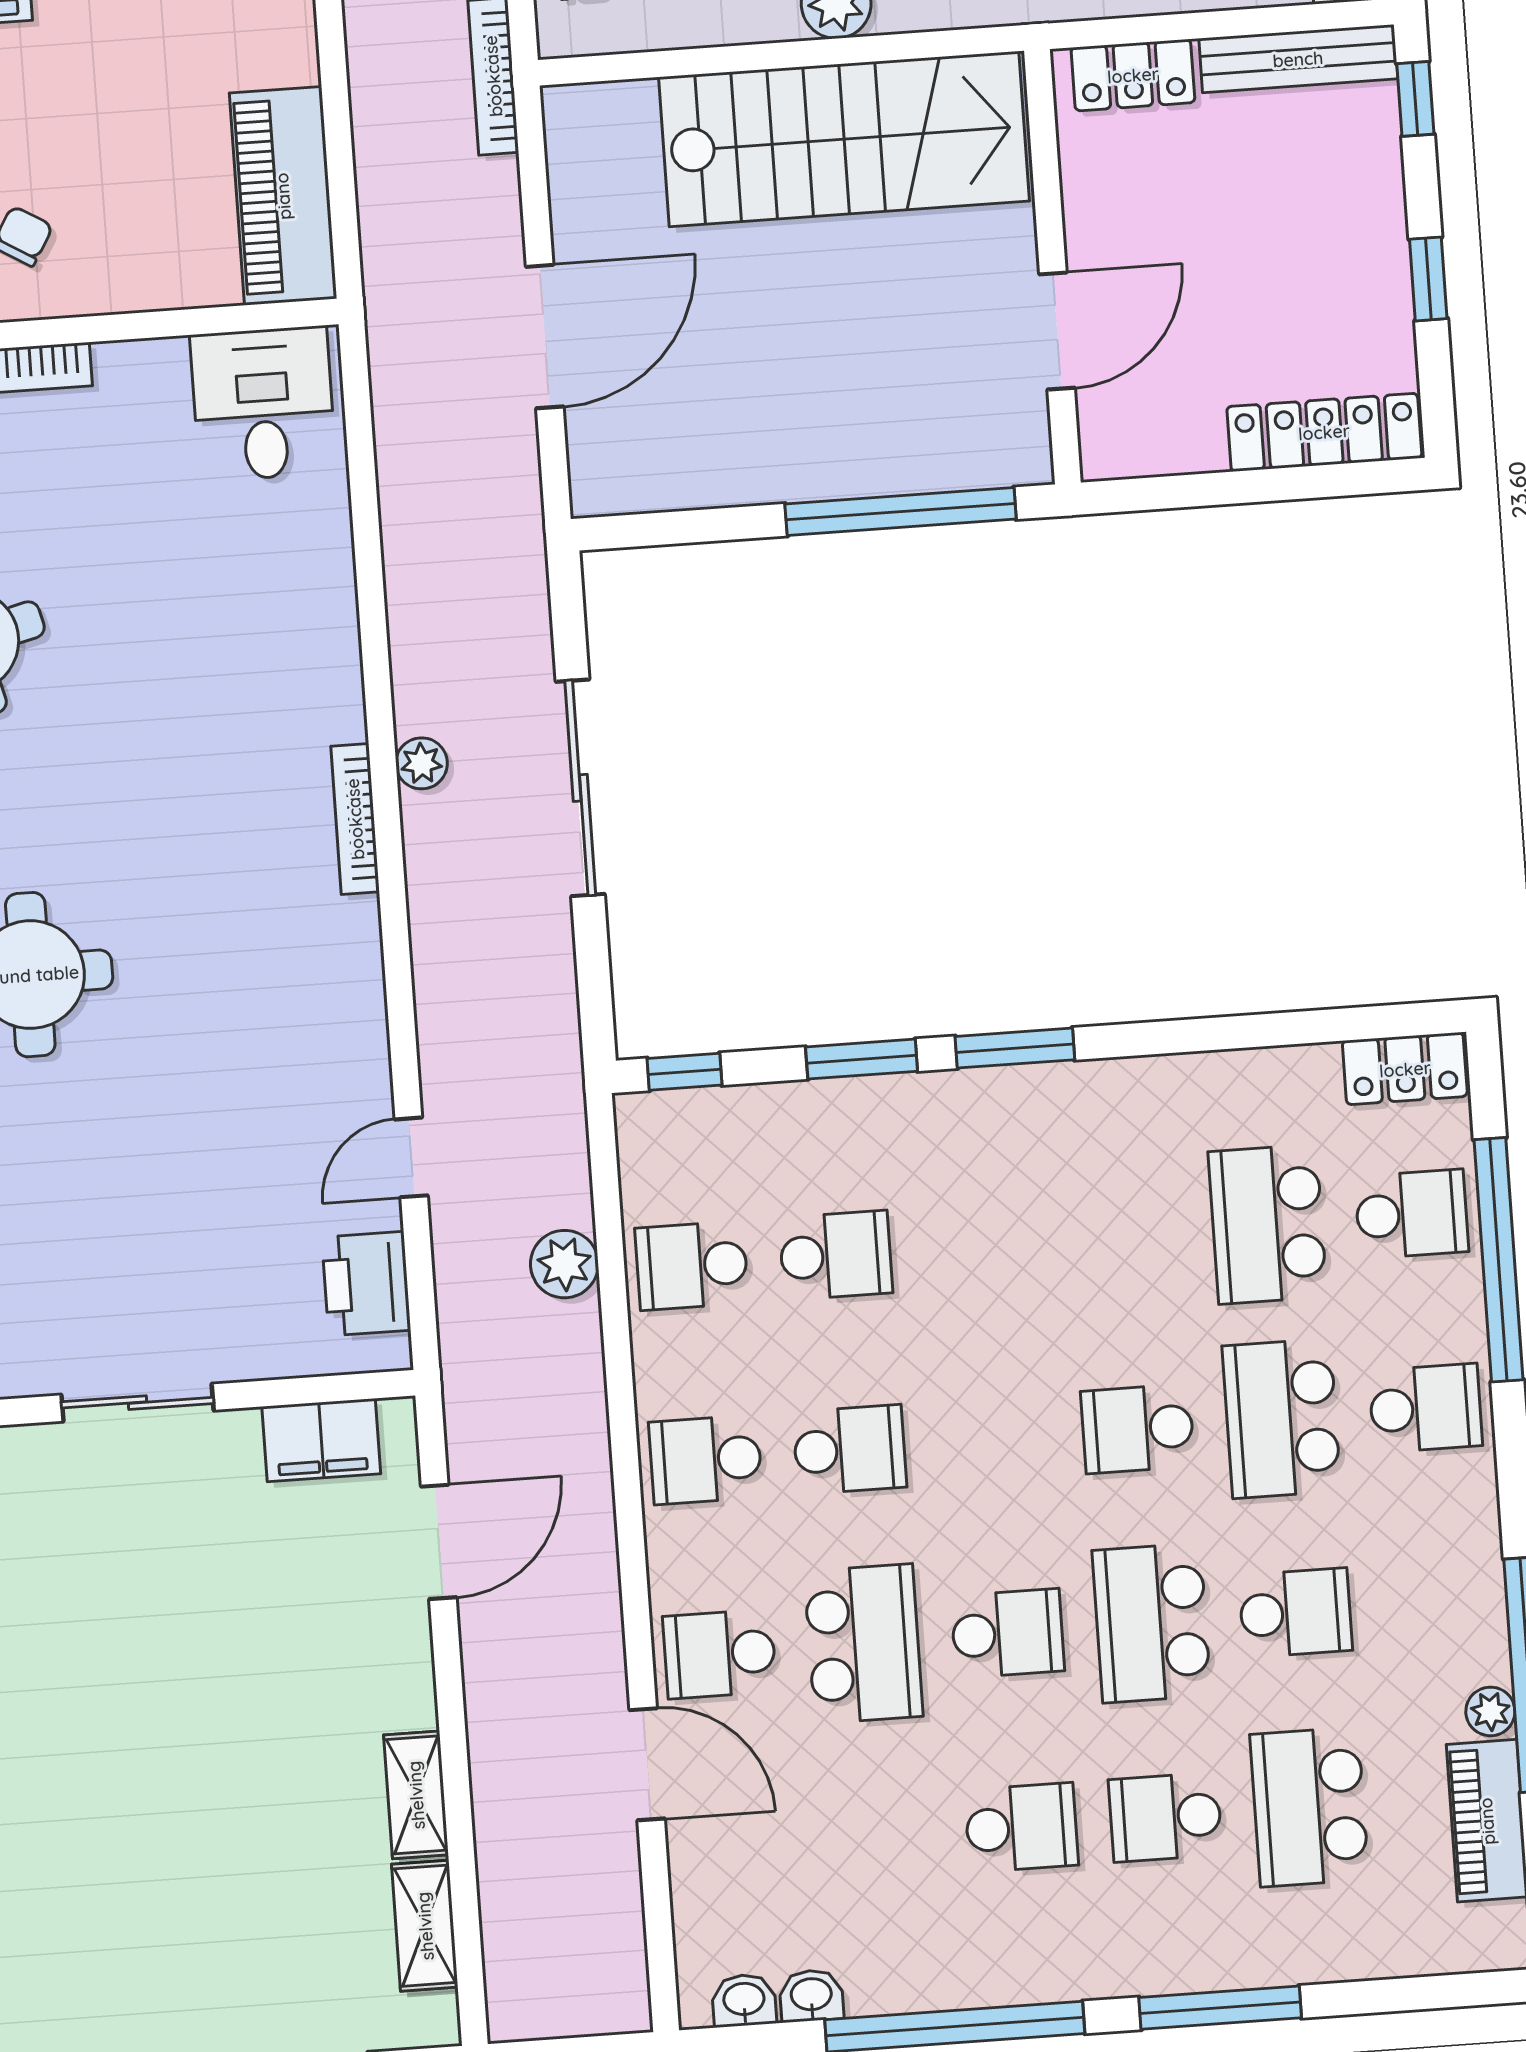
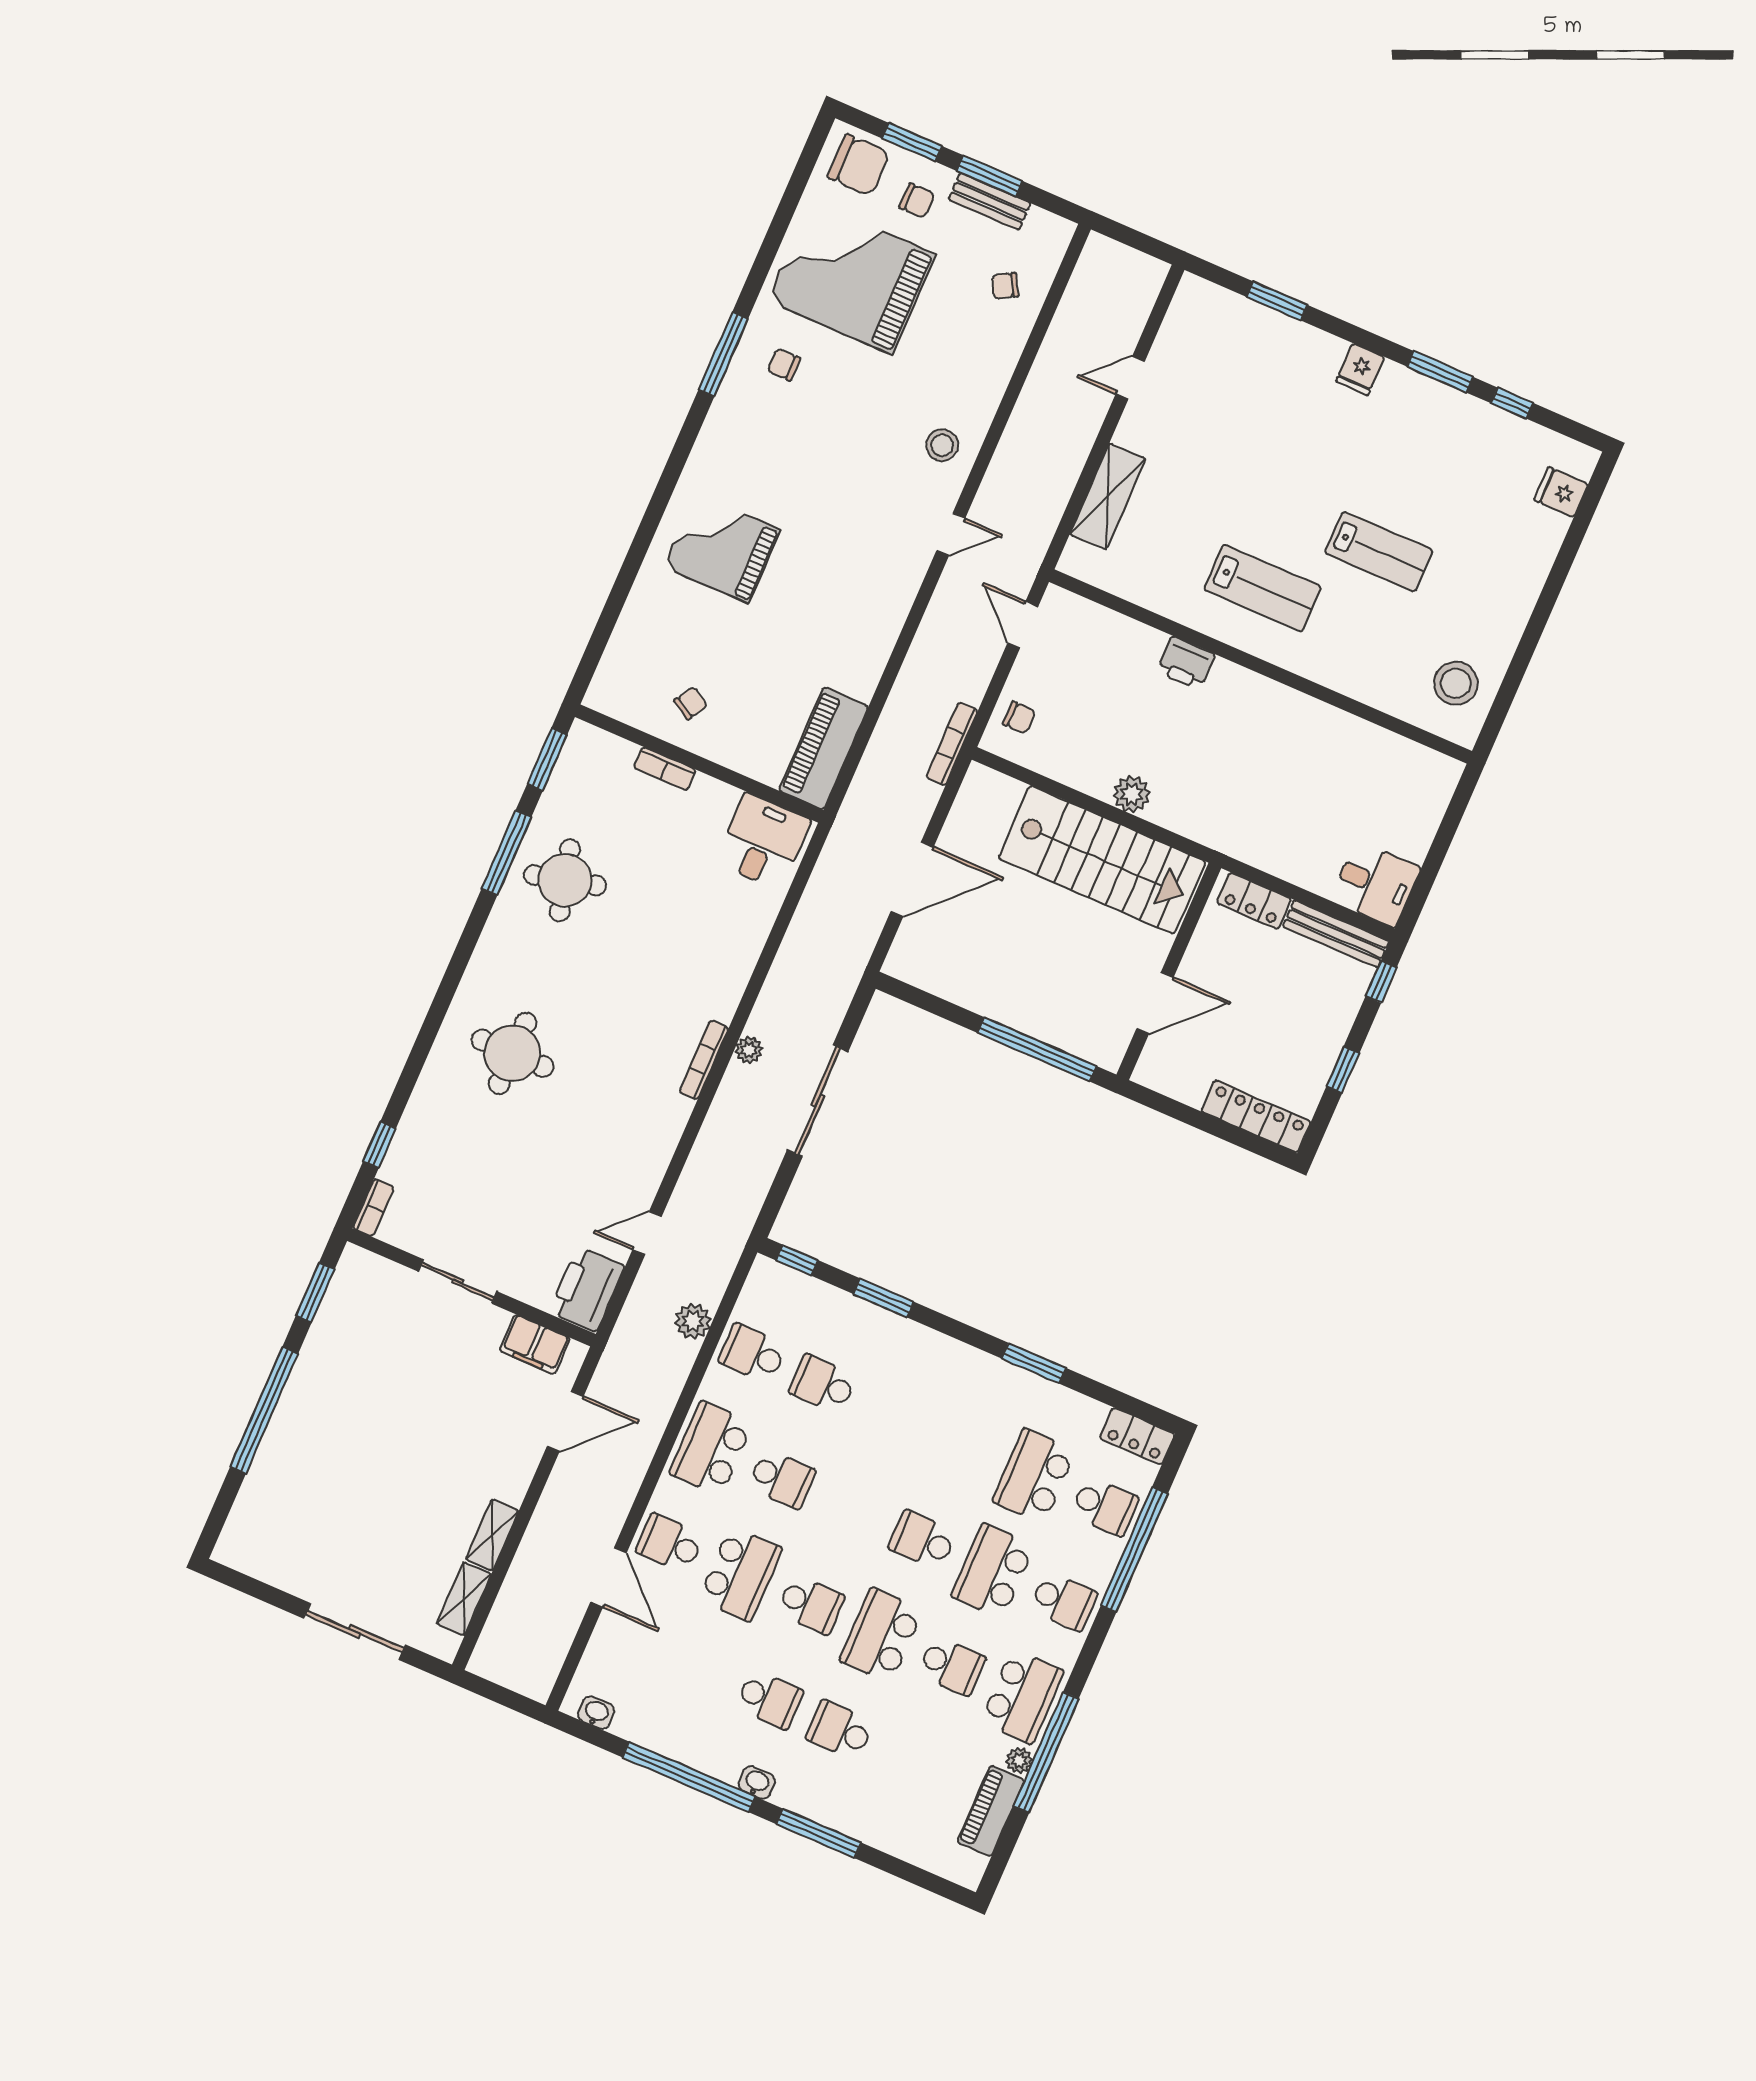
window: (1015, 1048) -> (1034, 1363), moved
school desk: (836, 1255) -> (823, 1384), turned 180
printer: (366, 1284) -> (587, 1289), width x1.37, depth x1.19
school desk: (706, 1460) -> (711, 1448), width x1.85
school desk: (1309, 1807) -> (1022, 1696), moved, turned 180
washbasin: (811, 1996) -> (757, 1783), moved

